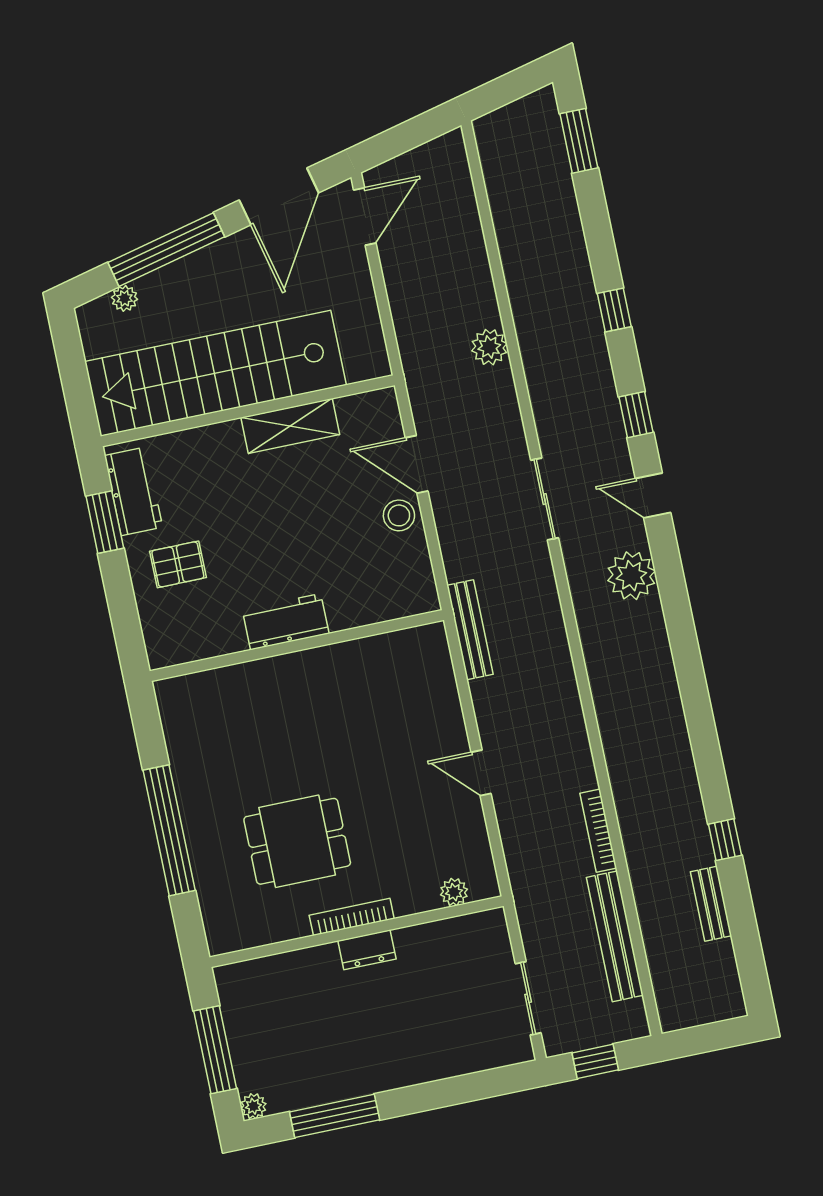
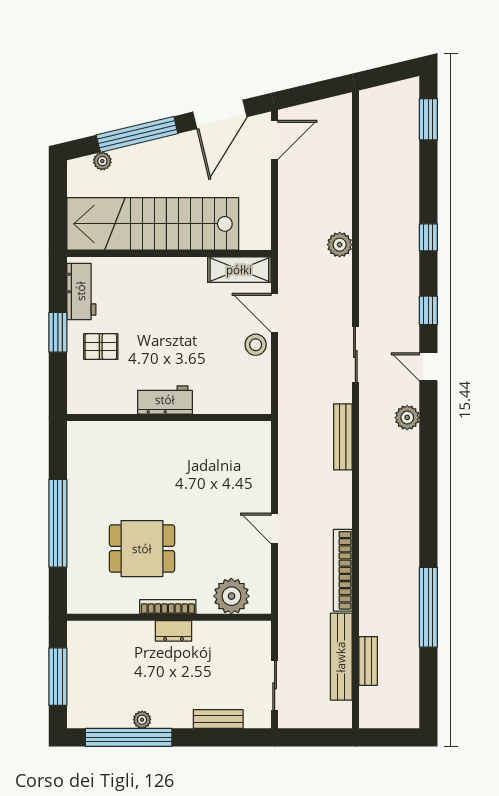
shelving: (290, 426) -> (239, 270), moved
window: (105, 522) -> (58, 332), moved
plant: (631, 576) -> (407, 418), width x0.73, depth x0.73
bench: (470, 630) -> (343, 437), moved
bookcase: (598, 831) -> (343, 570), width x1.48, depth x1.31
window: (725, 840) -> (428, 607), width x3.17
plant: (454, 892) -> (231, 596), width x1.87, depth x1.87
bench: (711, 904) -> (368, 661), moved
window: (595, 1061) -> (311, 737), removed
bench: (457, 1063) -> (218, 719), added
plant: (253, 1106) -> (142, 720), moved
window: (335, 1116) -> (129, 737), width x1.46

